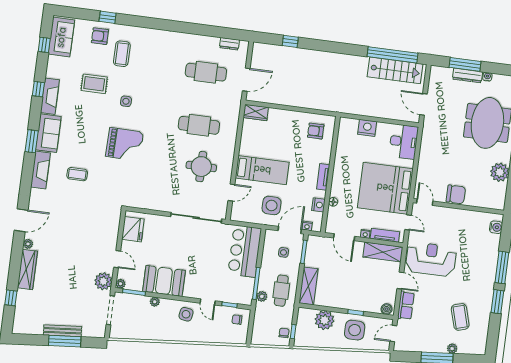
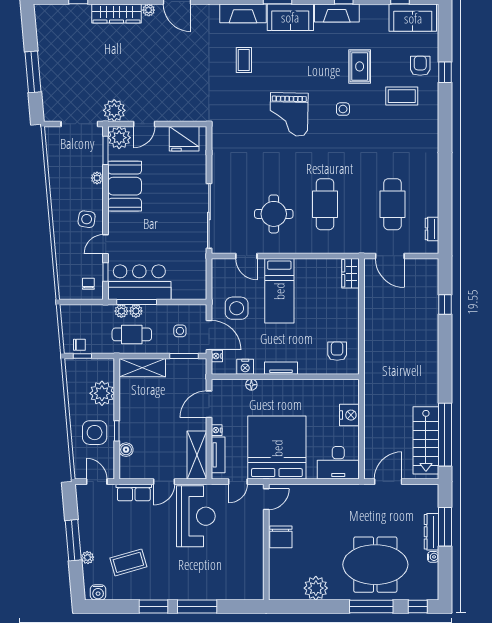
water cooler: (496, 227) -> (98, 592), moved
bar counter: (245, 251) -> (139, 282), moved
plant: (121, 284) -> (119, 138), width x1.87, depth x1.87
plant: (263, 285) -> (136, 311), added
boiler: (387, 309) -> (126, 450), moved
bench: (62, 331) -> (46, 67), removed

